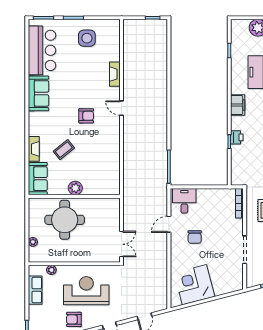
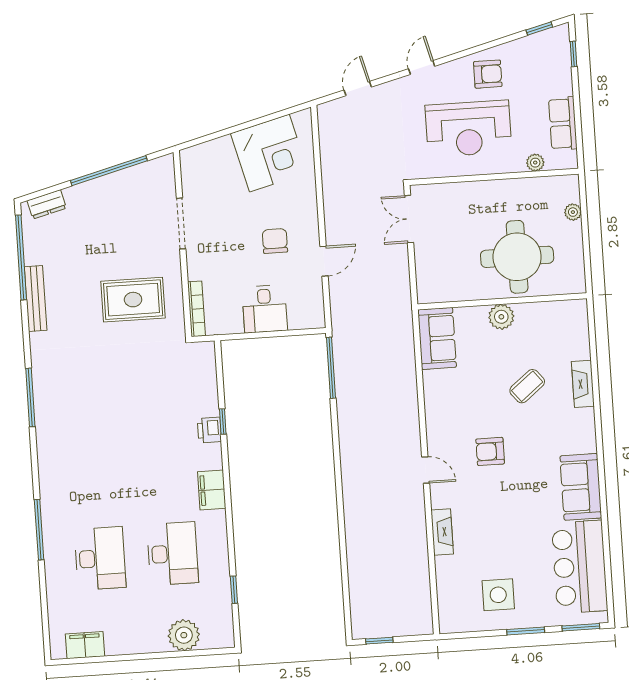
sofa: (38, 179) -> (437, 338), moved, turned 180
desk: (184, 201) -> (265, 309), moved

